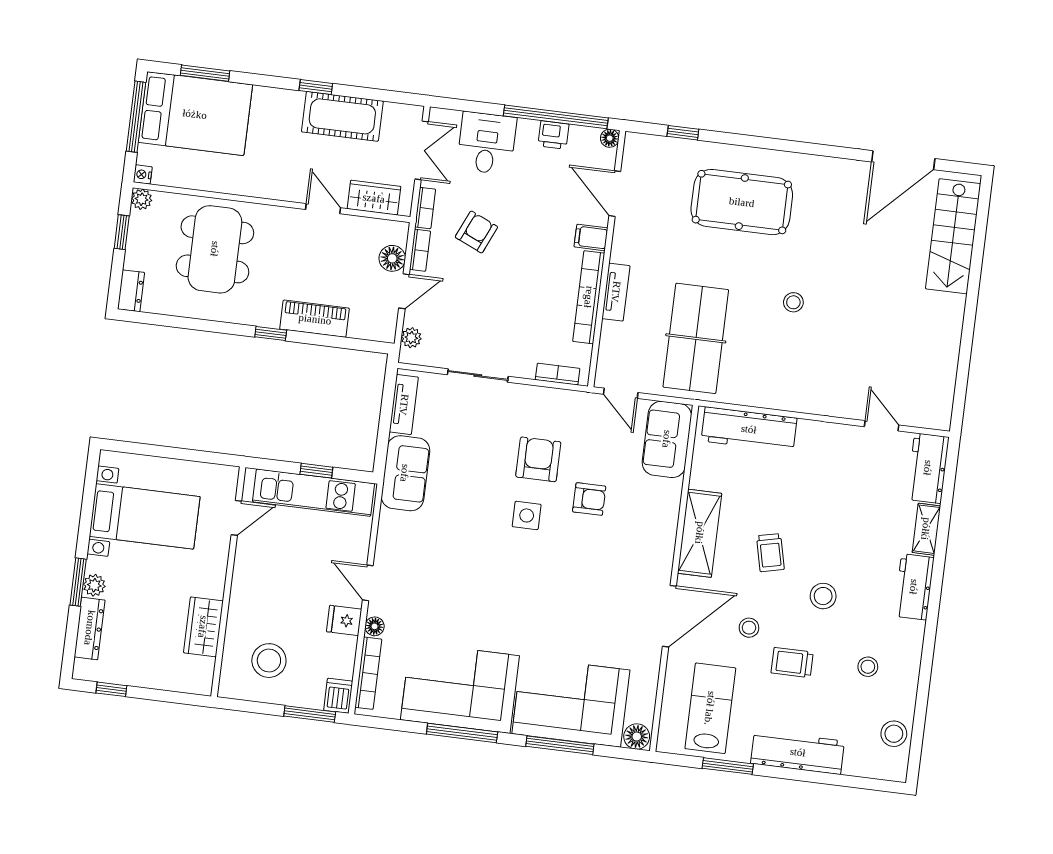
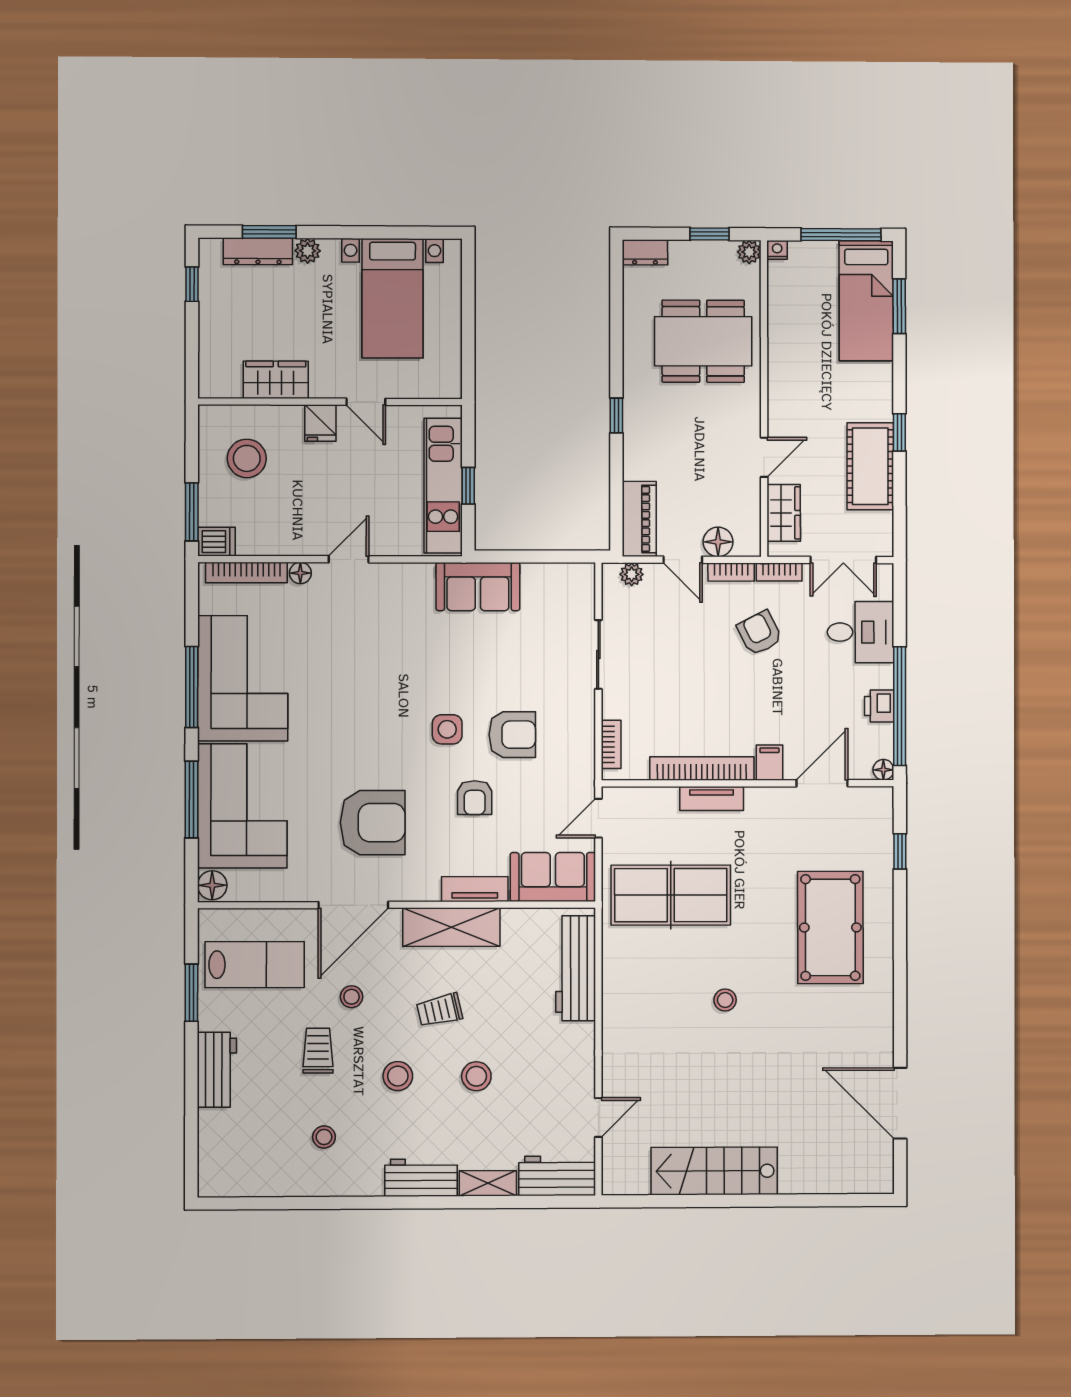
bed: (195, 114) -> (866, 301), width x0.67
armchair: (476, 232) -> (759, 633), turned -141
stairs: (953, 236) -> (714, 1171), moved
piano: (315, 319) -> (639, 519), moved
tv unit: (404, 405) -> (475, 889), moved, turned 180
door: (236, 518) -> (366, 402), moved
window: (78, 582) -> (269, 232), moved
armchair: (600, 590) -> (373, 823), added
door: (669, 616) -> (353, 905), hinge flipped
fridge: (344, 620) -> (320, 423), moved, turned 180
stool: (894, 734) -> (476, 1076), moved
workbench: (798, 752) -> (217, 1070), width x0.73

